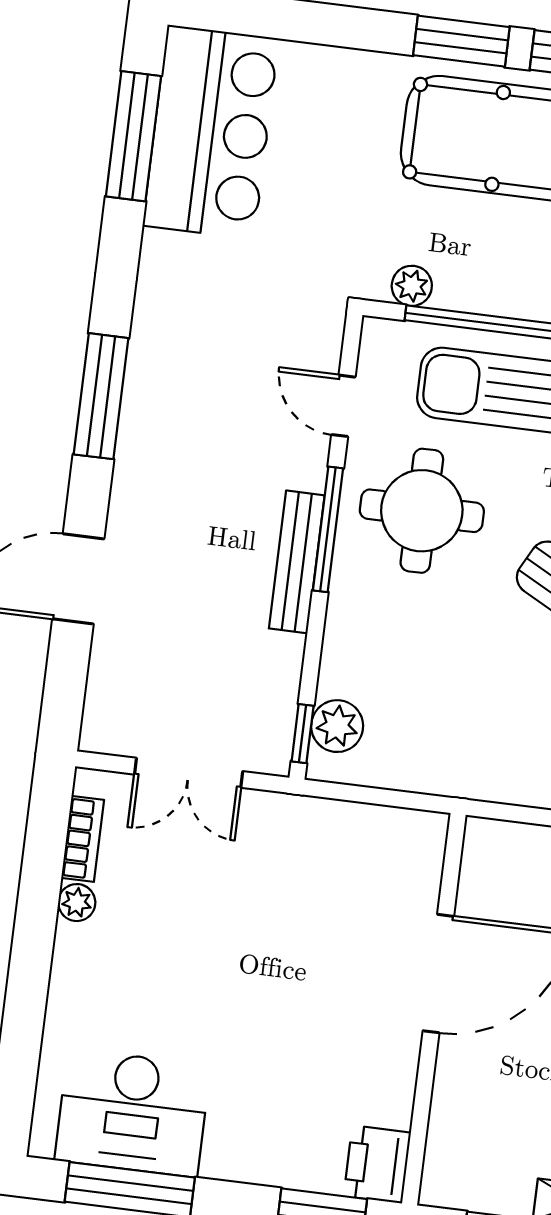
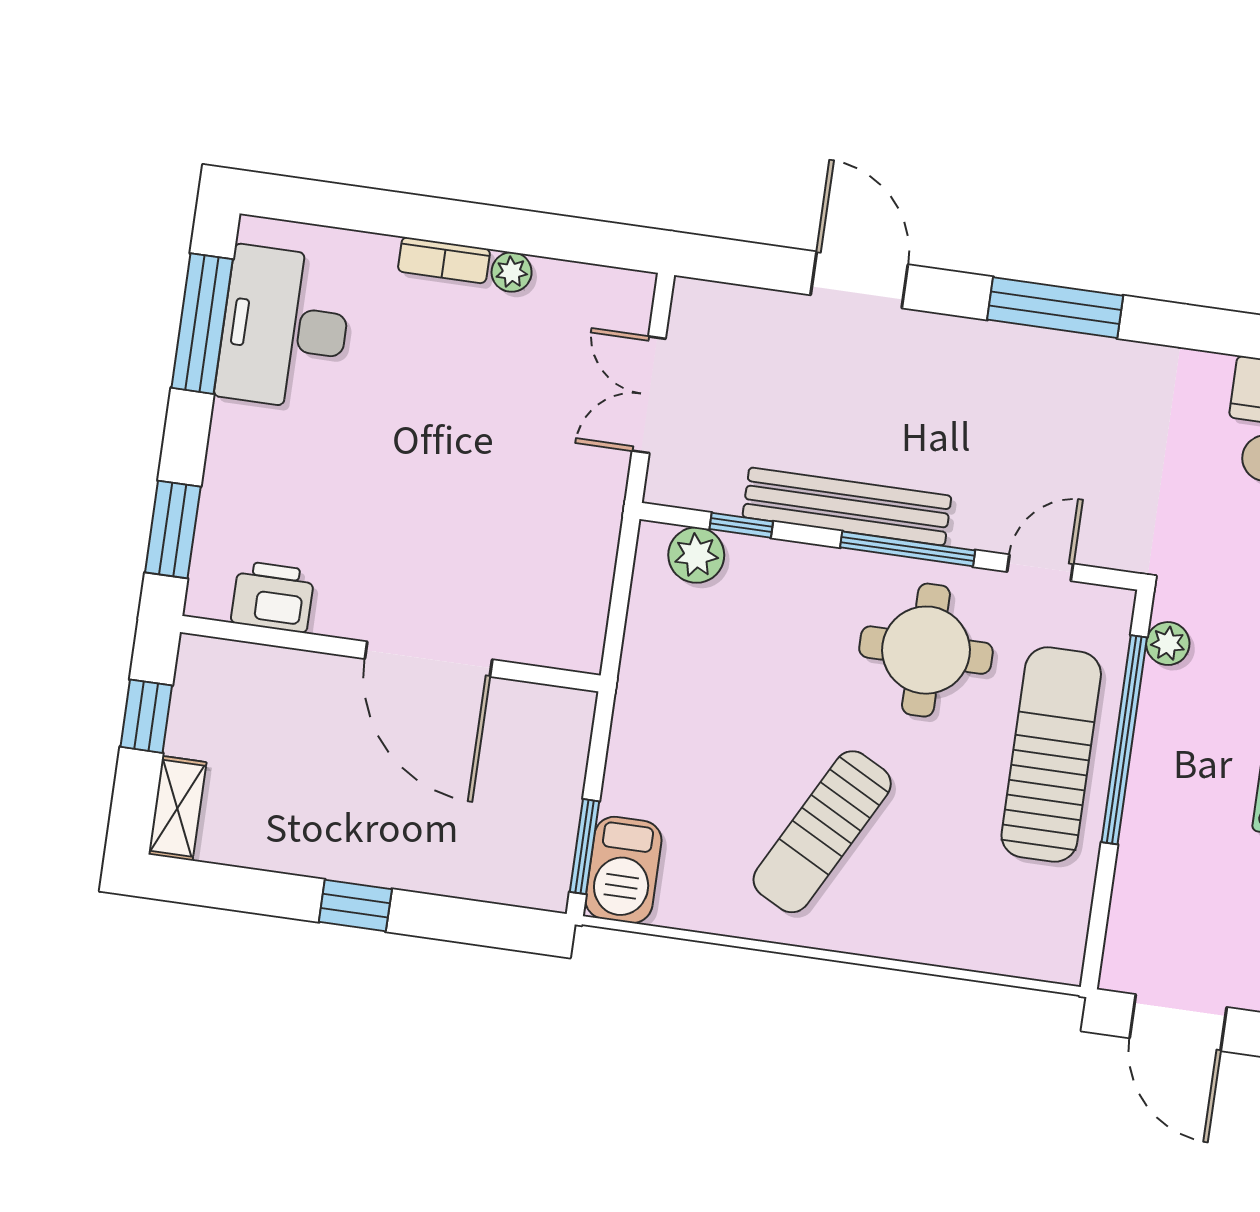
bench: (297, 562) -> (847, 506), width x1.37, depth x1.21
window: (303, 734) -> (741, 525), moved
bookcase: (83, 839) -> (444, 260), moved
printer: (377, 1164) -> (273, 597), moved

